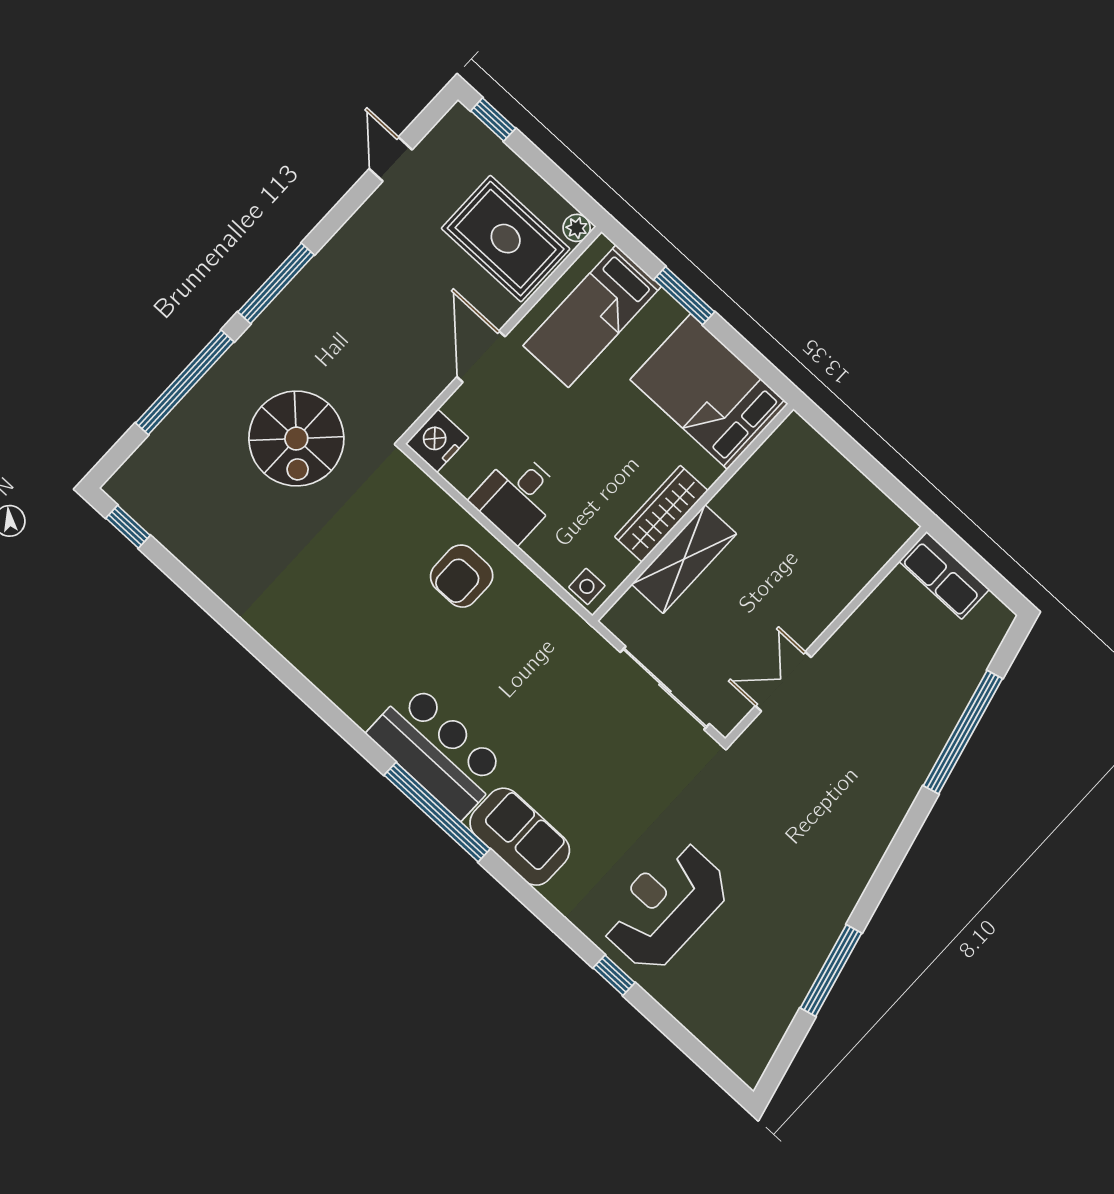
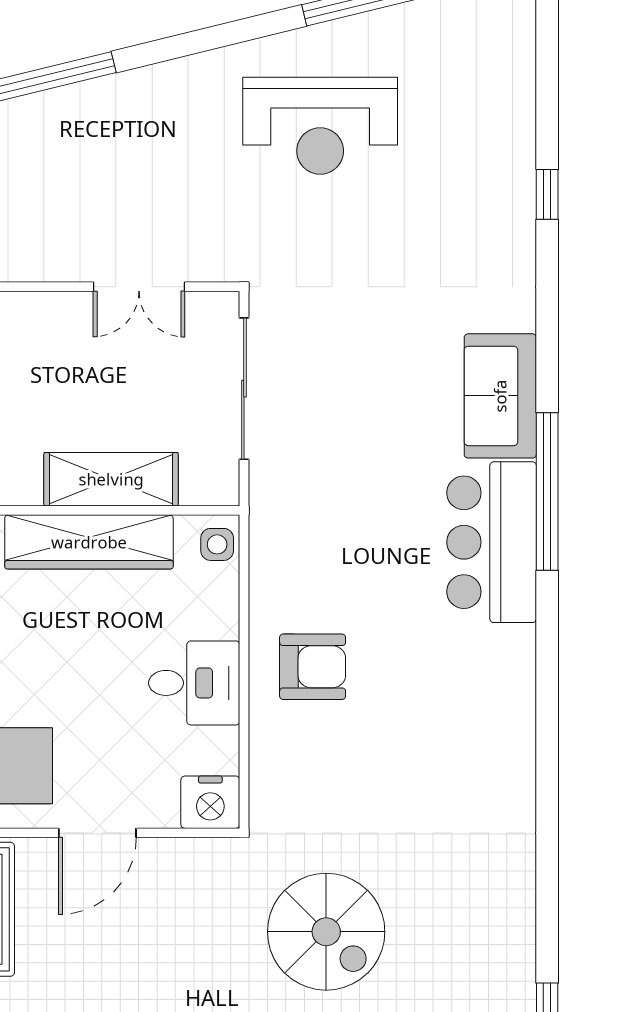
spiral stairs: (296, 439) -> (326, 932), turned 90
wardrobe: (661, 514) -> (89, 542), width x1.40, depth x1.17
reception desk: (665, 906) -> (320, 126), moved

